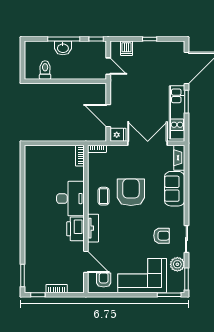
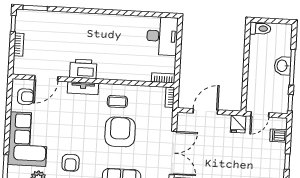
toilet: (45, 70) -> (260, 29), moved
fridge: (118, 135) -> (238, 124), moved
armchair: (131, 192) -> (120, 132), turned -90
desk: (70, 199) -> (162, 36), moved, turned -90

